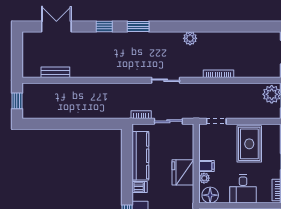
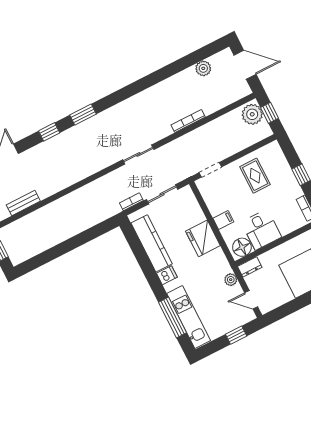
plant: (190, 38) -> (203, 68), moved
rug: (249, 144) -> (255, 176), width x0.73, depth x0.70
plant: (204, 178) -> (227, 233), removed
desk: (243, 189) -> (261, 230), moved

